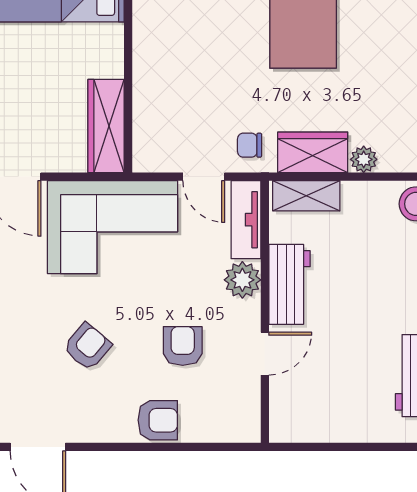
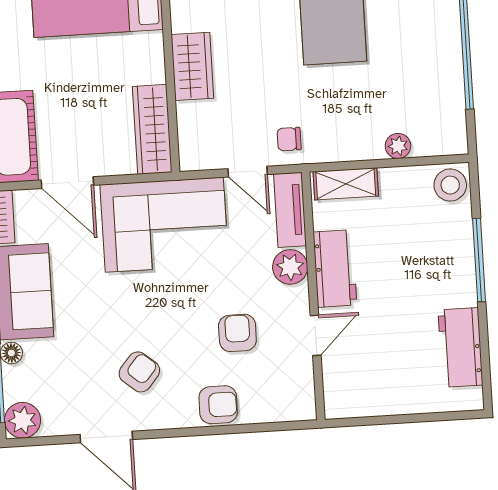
wardrobe: (313, 152) -> (192, 66), moved, turned 90
armchair: (87, 347) -> (139, 372), moved

